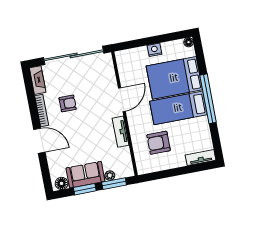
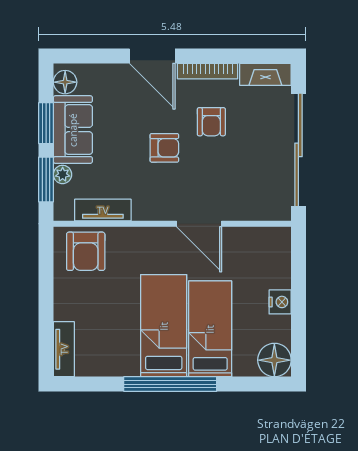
floor lamp: (189, 42) -> (274, 360), width x1.89, depth x1.89
bed: (174, 78) -> (210, 329), width x0.67
armchair: (86, 125) -> (164, 148), added
tv unit: (121, 132) -> (103, 210), moved
door: (39, 141) -> (152, 56), hinge flipped
armchair: (159, 143) -> (86, 251), moved, turned 180

